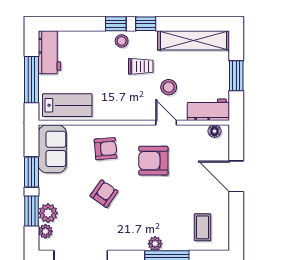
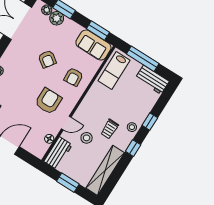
window: (116, 24) -> (150, 122), moved
floor lamp: (215, 131) -> (49, 139), moved
window: (31, 172) -> (98, 30), moved

